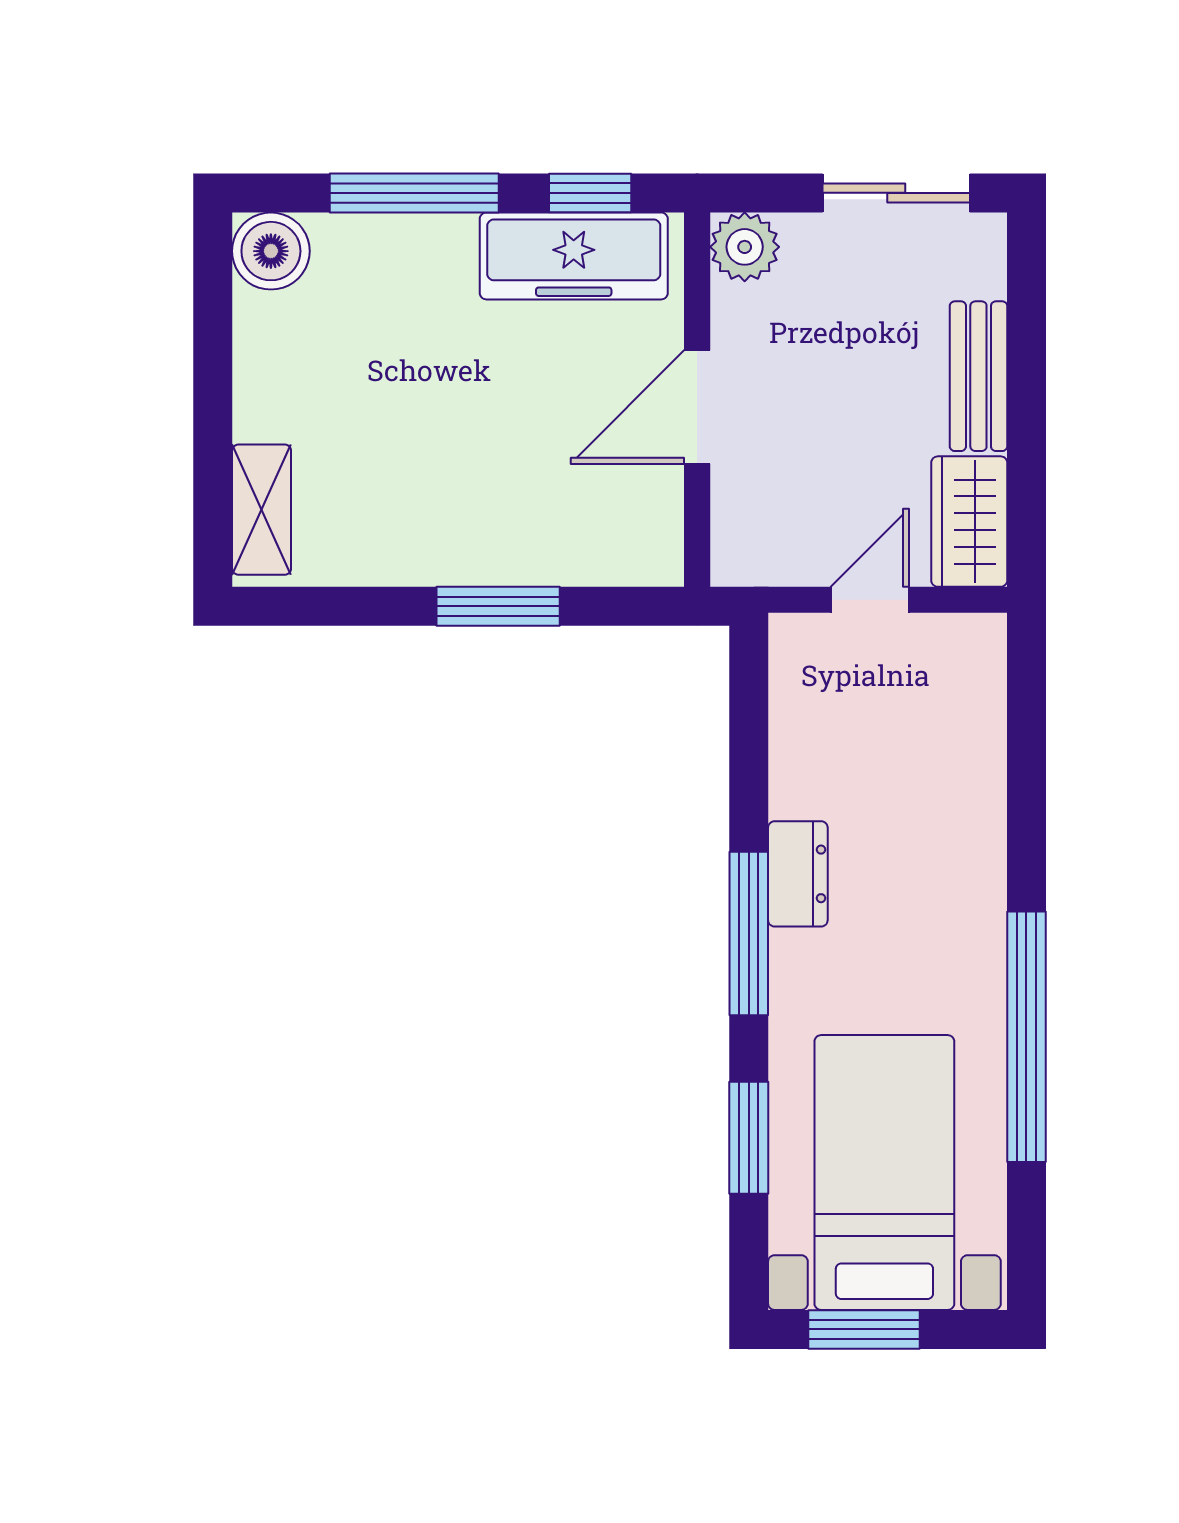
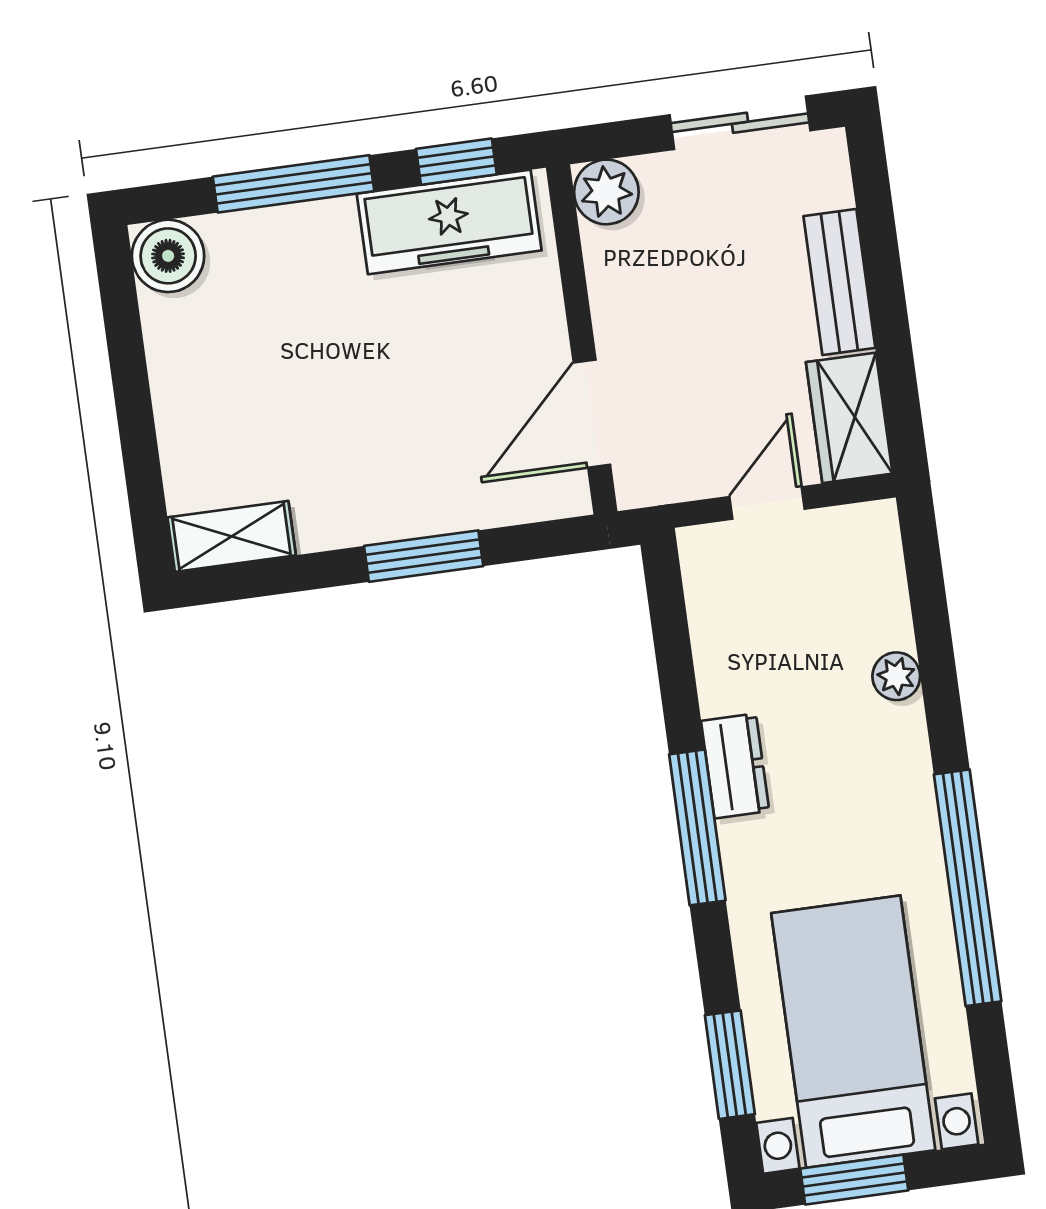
door: (697, 407) -> (592, 414), moved
shelving: (262, 510) -> (232, 536), moved, turned 90
plant: (982, 802) -> (896, 676), added
window: (749, 1138) -> (730, 1065), moved

